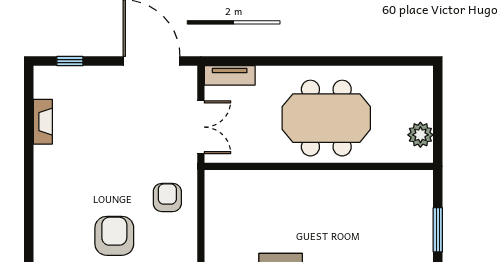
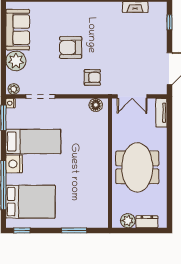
dresser: (422, 101) -> (147, 222), added
floor lamp: (216, 191) -> (96, 105), added
armchair: (114, 236) -> (71, 47), turned 180

